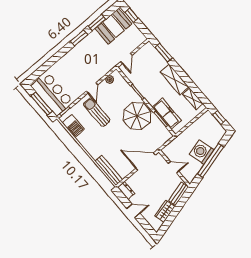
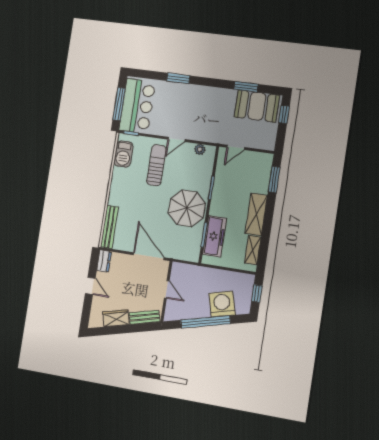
window: (79, 38) -> (178, 78), moved
washing machine: (202, 152) -> (222, 304), moved

